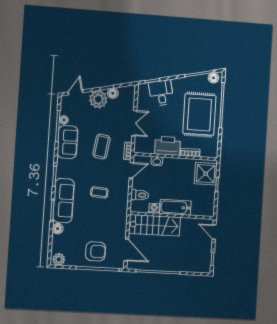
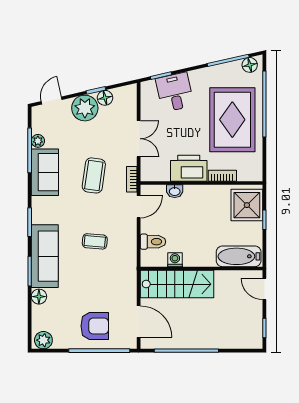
bathtub: (175, 207) -> (239, 256), moved

